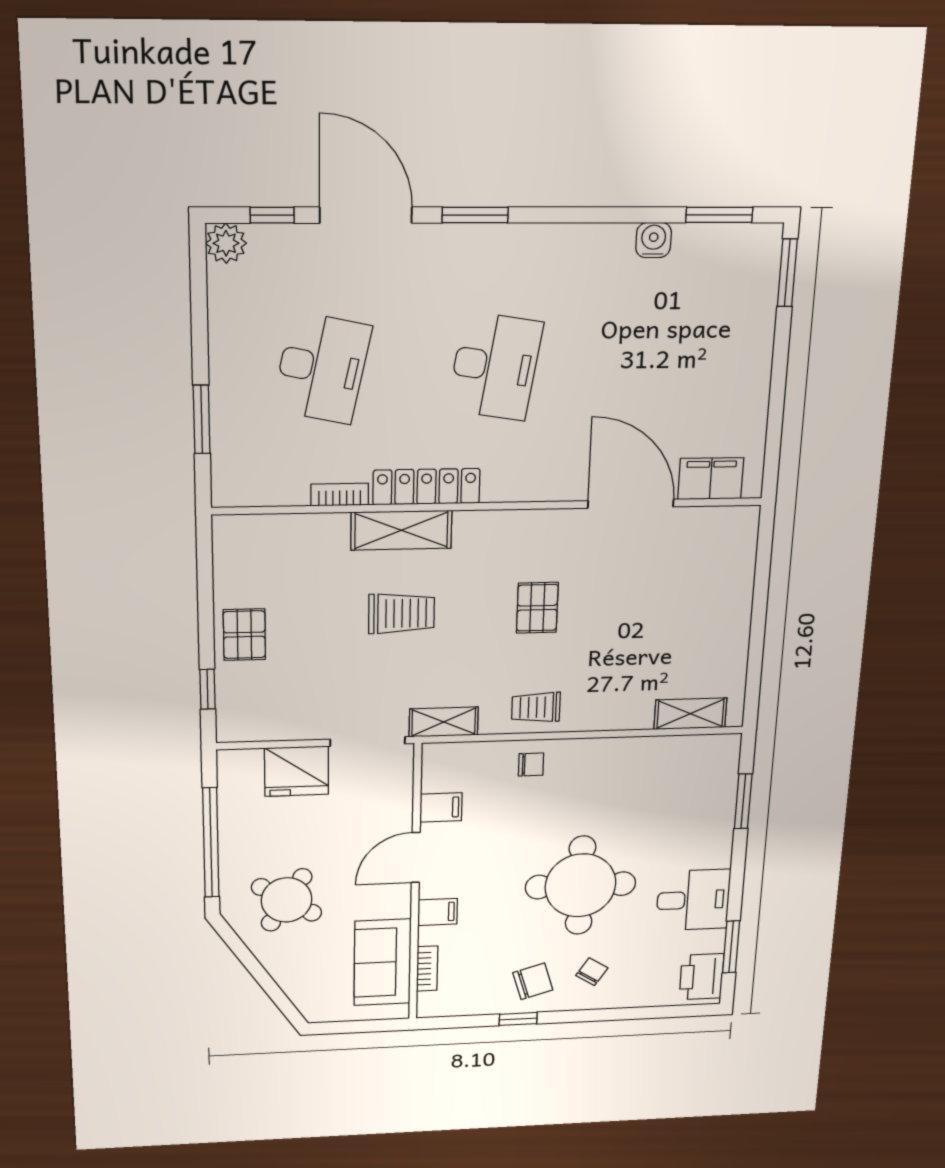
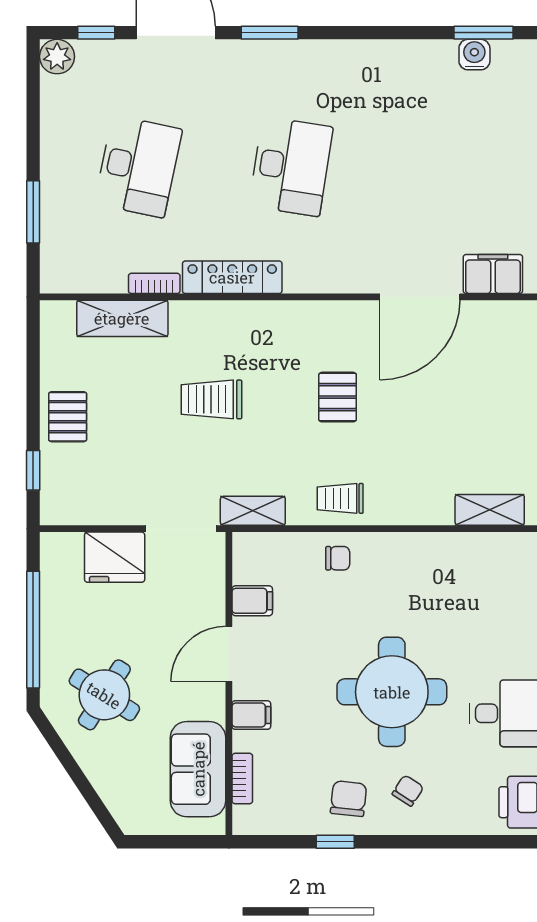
water cooler: (654, 240) -> (474, 55), moved
door: (631, 504) -> (420, 297), swing flipped
shelving: (401, 530) -> (122, 318), moved
trolley: (401, 613) -> (211, 399), turned 180
chair: (533, 981) -> (348, 799), turned -67

